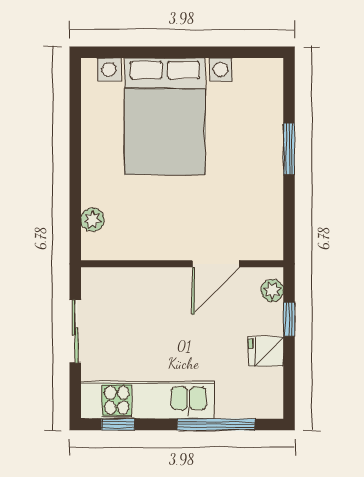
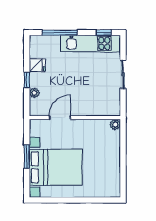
bed with nightstands: (165, 116) -> (56, 167), moved, turned 90
wall: (182, 264) -> (75, 118), moved
door: (216, 264) -> (60, 118), moved

